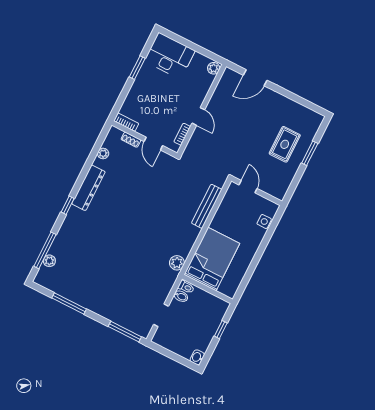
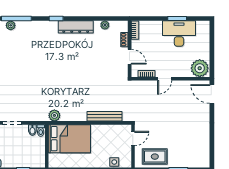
desk: (170, 56) -> (179, 34), moved, turned -90
plant: (214, 68) -> (200, 68), width x1.87, depth x1.87
door: (255, 78) -> (212, 94), moved
door: (153, 144) -> (130, 57), swing flipped
rug: (285, 144) -> (155, 157), moved

